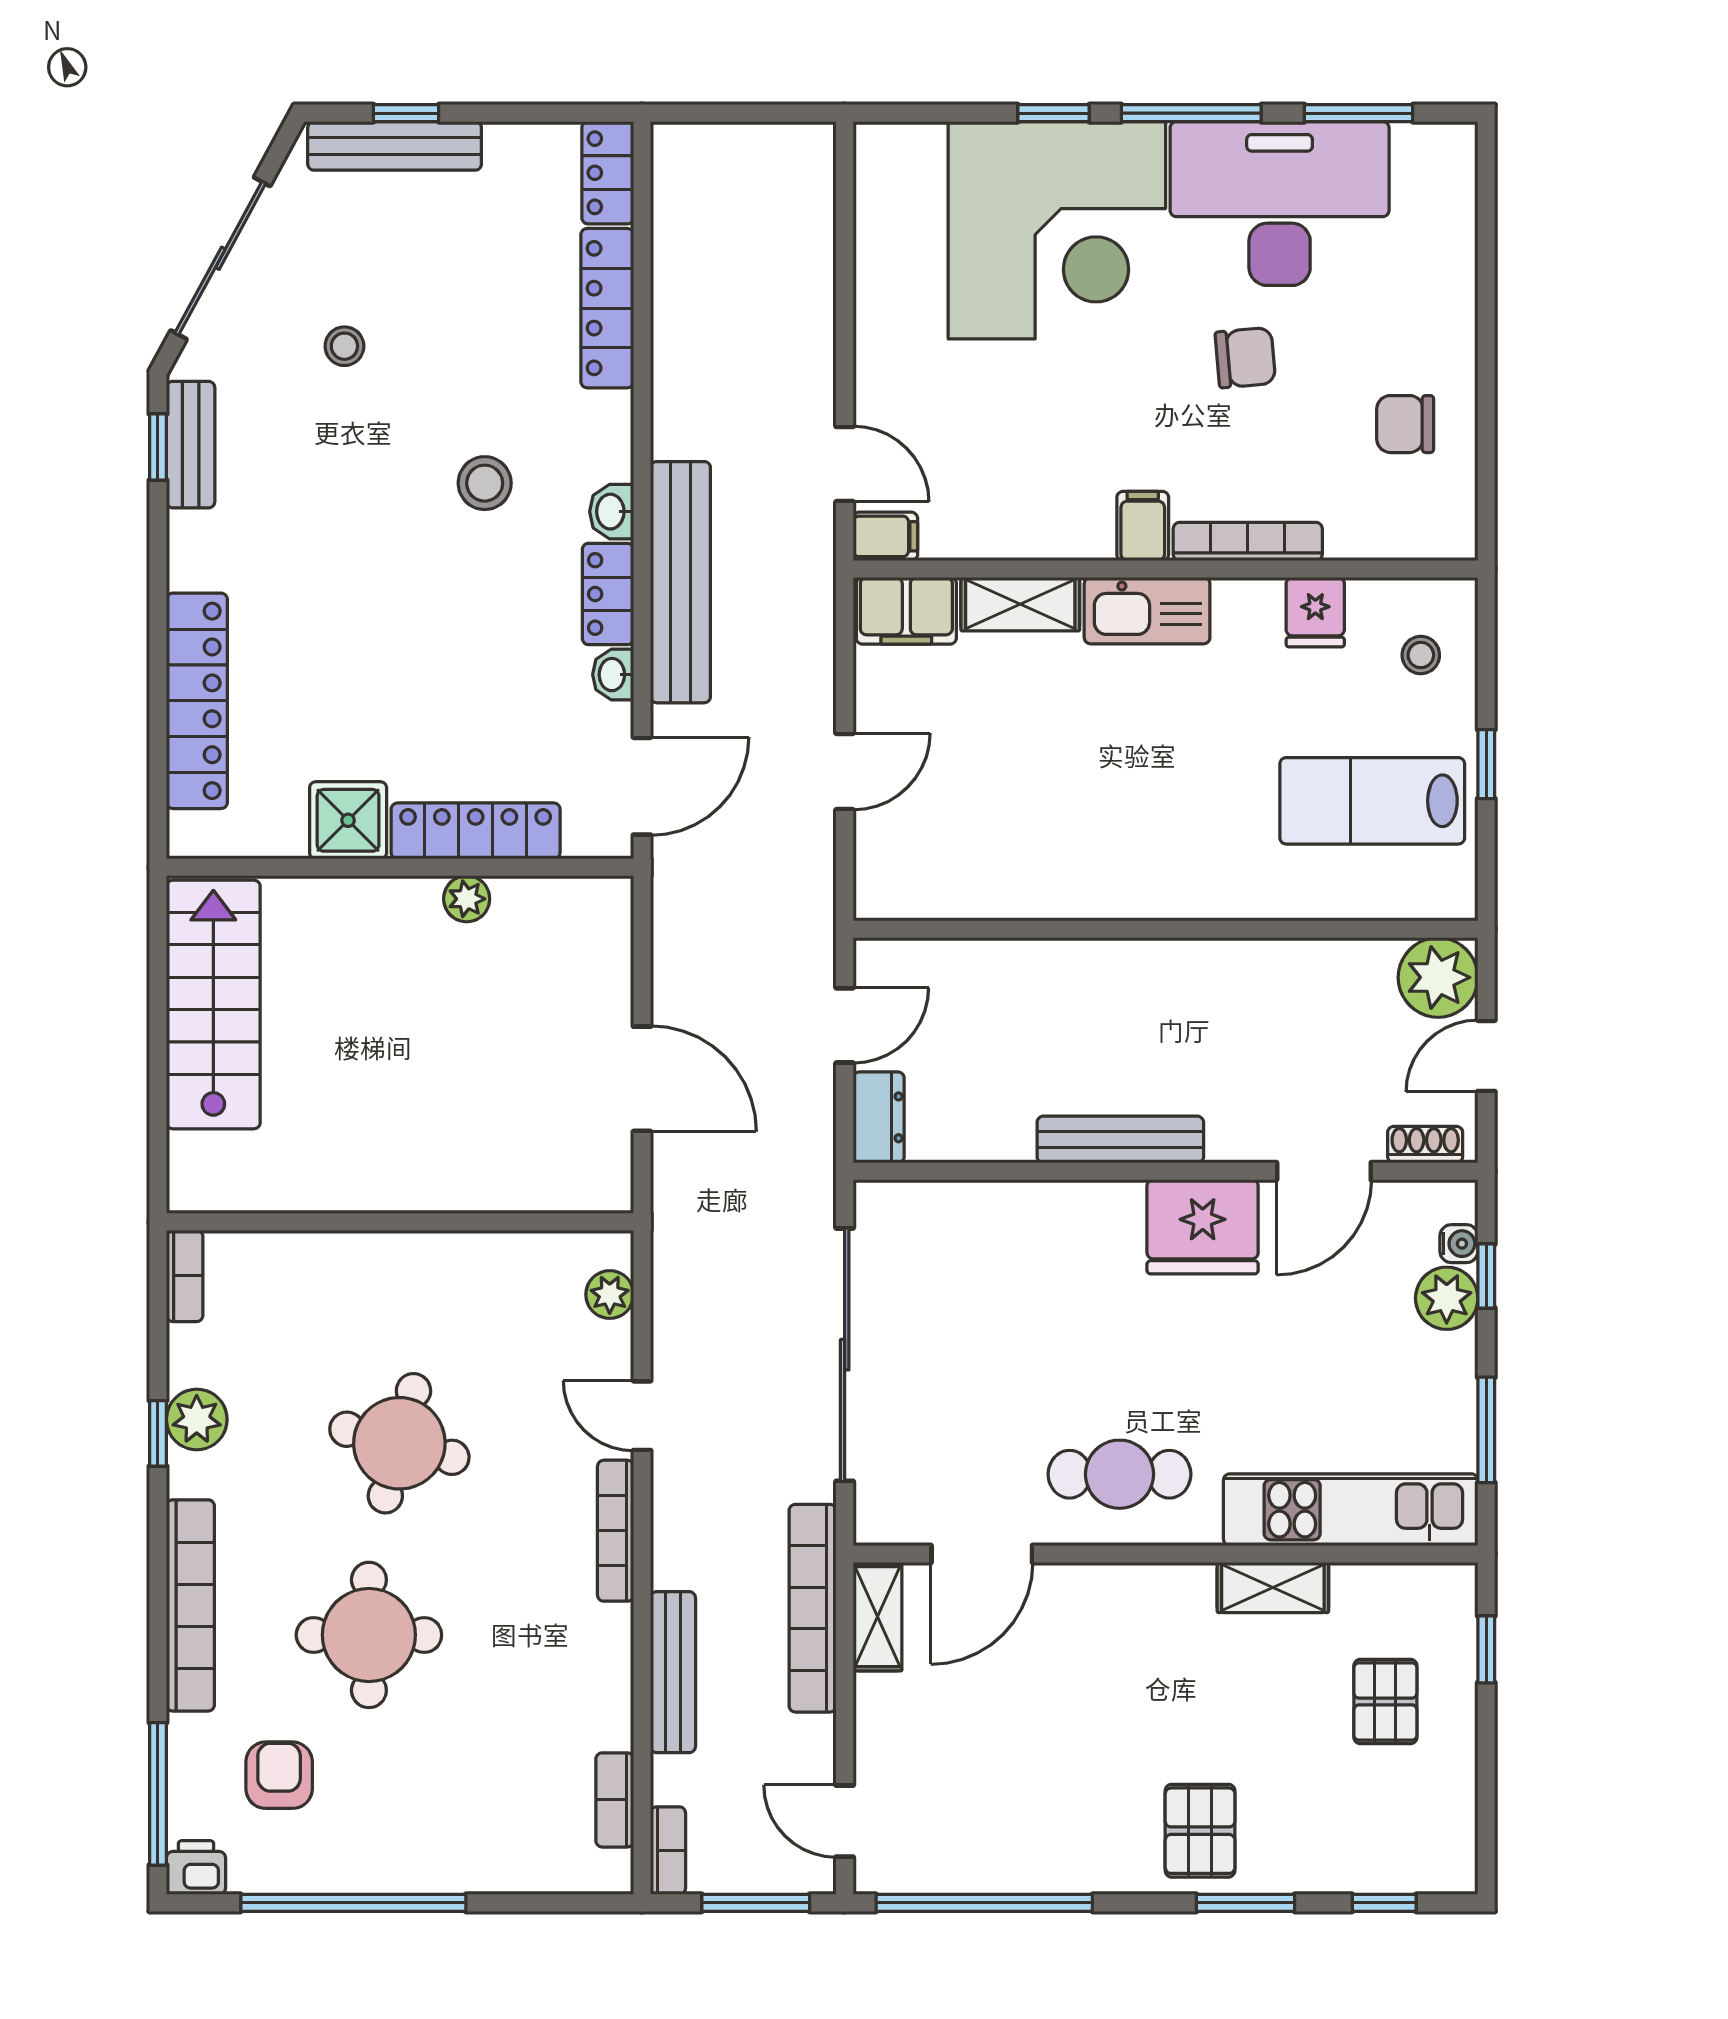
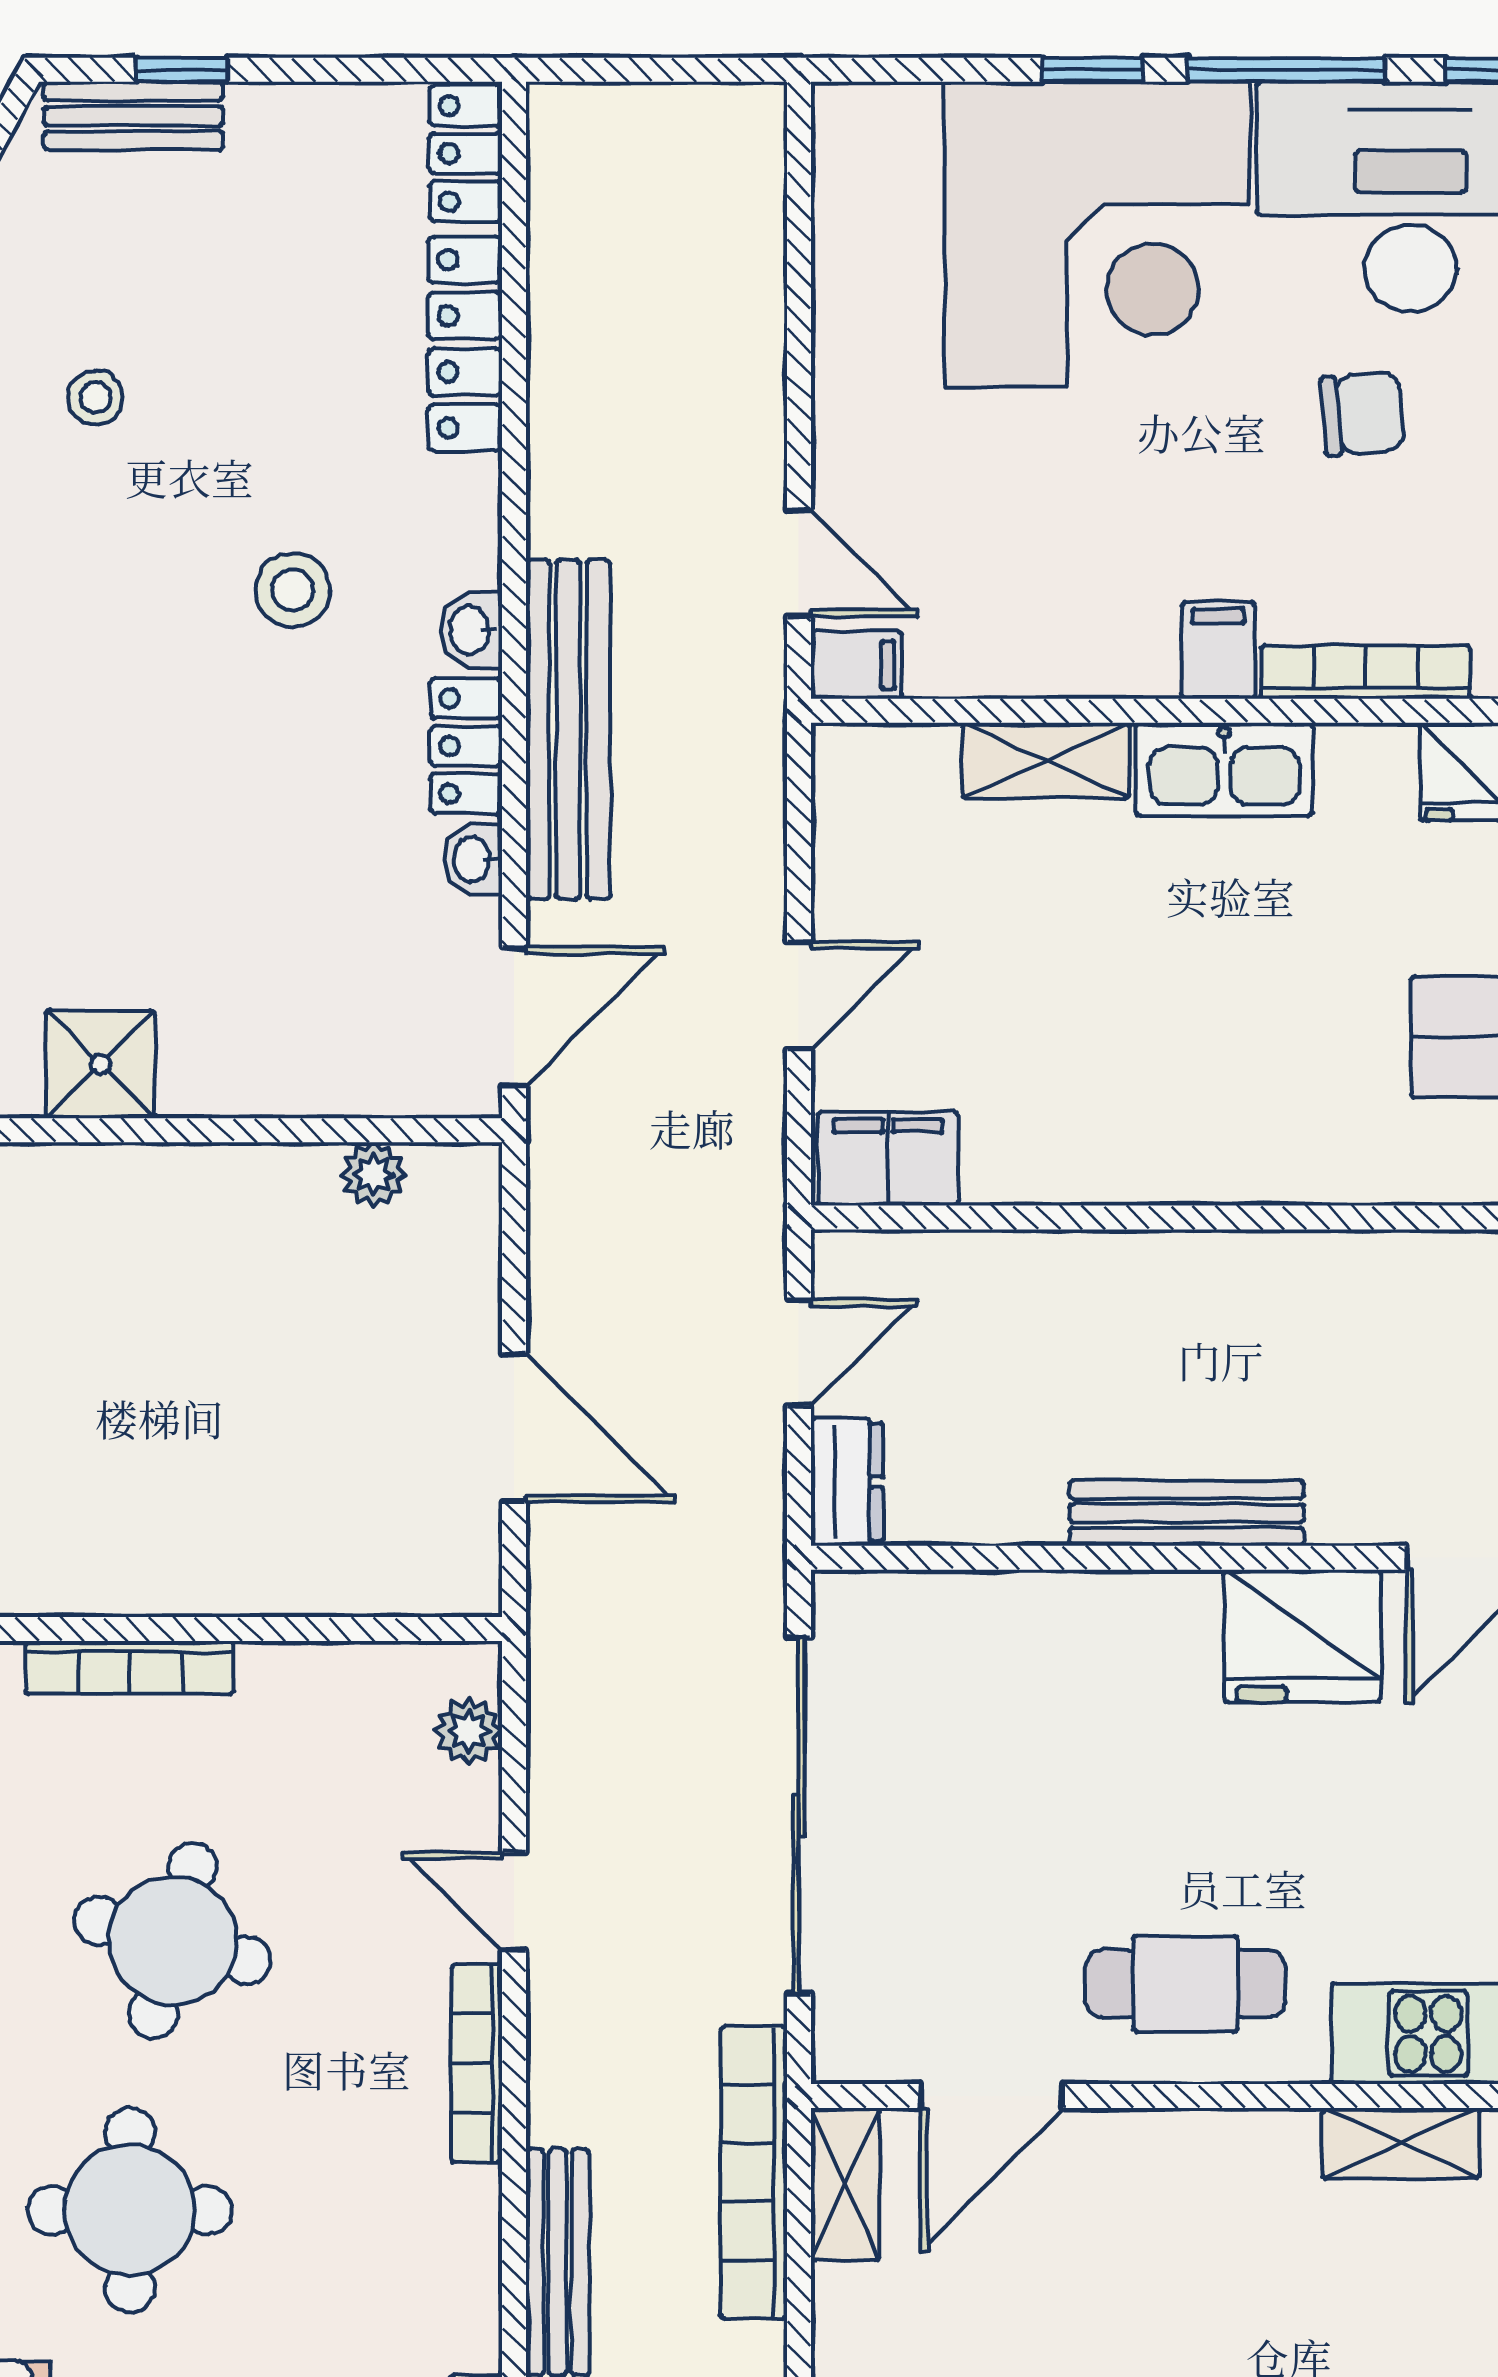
bench: (395, 146) -> (133, 116), width x0.73
filing cabinet: (906, 611) -> (888, 1159), moved, turned 180
locker: (476, 831) -> (280, 1079), removed
plant: (467, 899) -> (373, 1175), moved
bookcase: (369, 1249) -> (130, 1668), added

